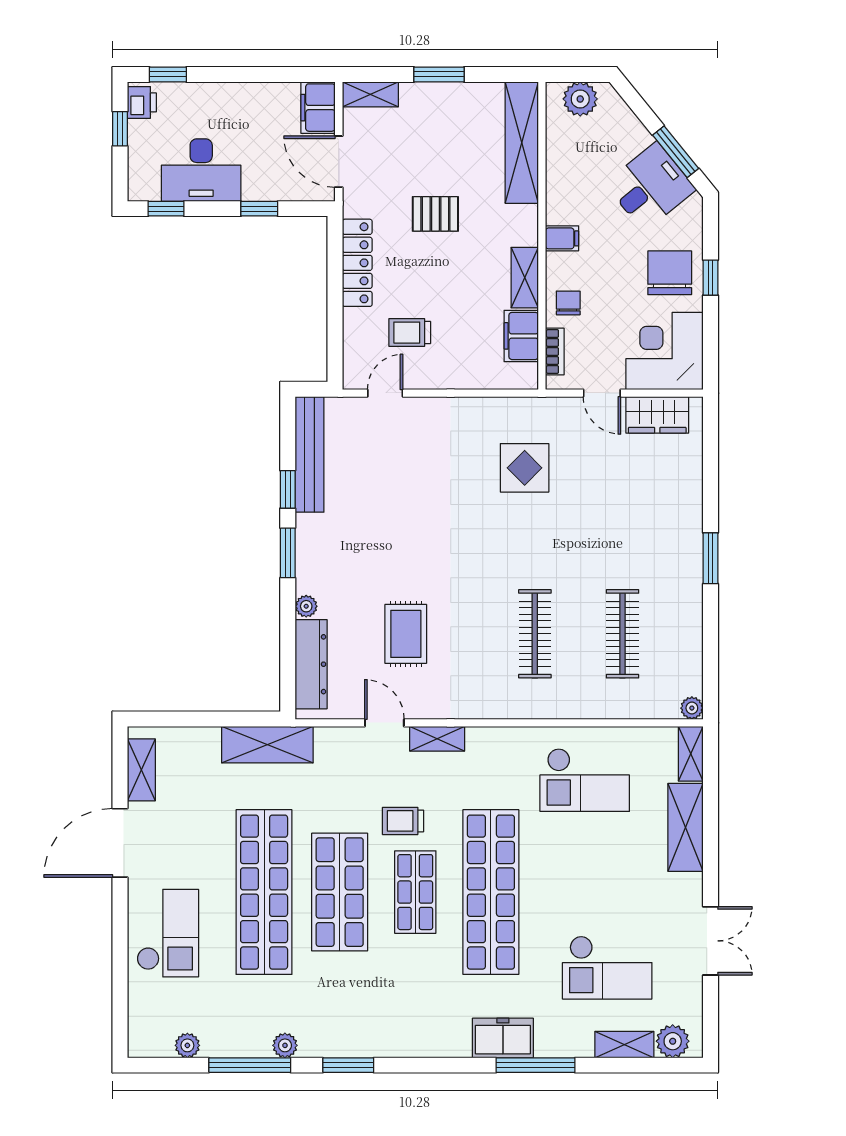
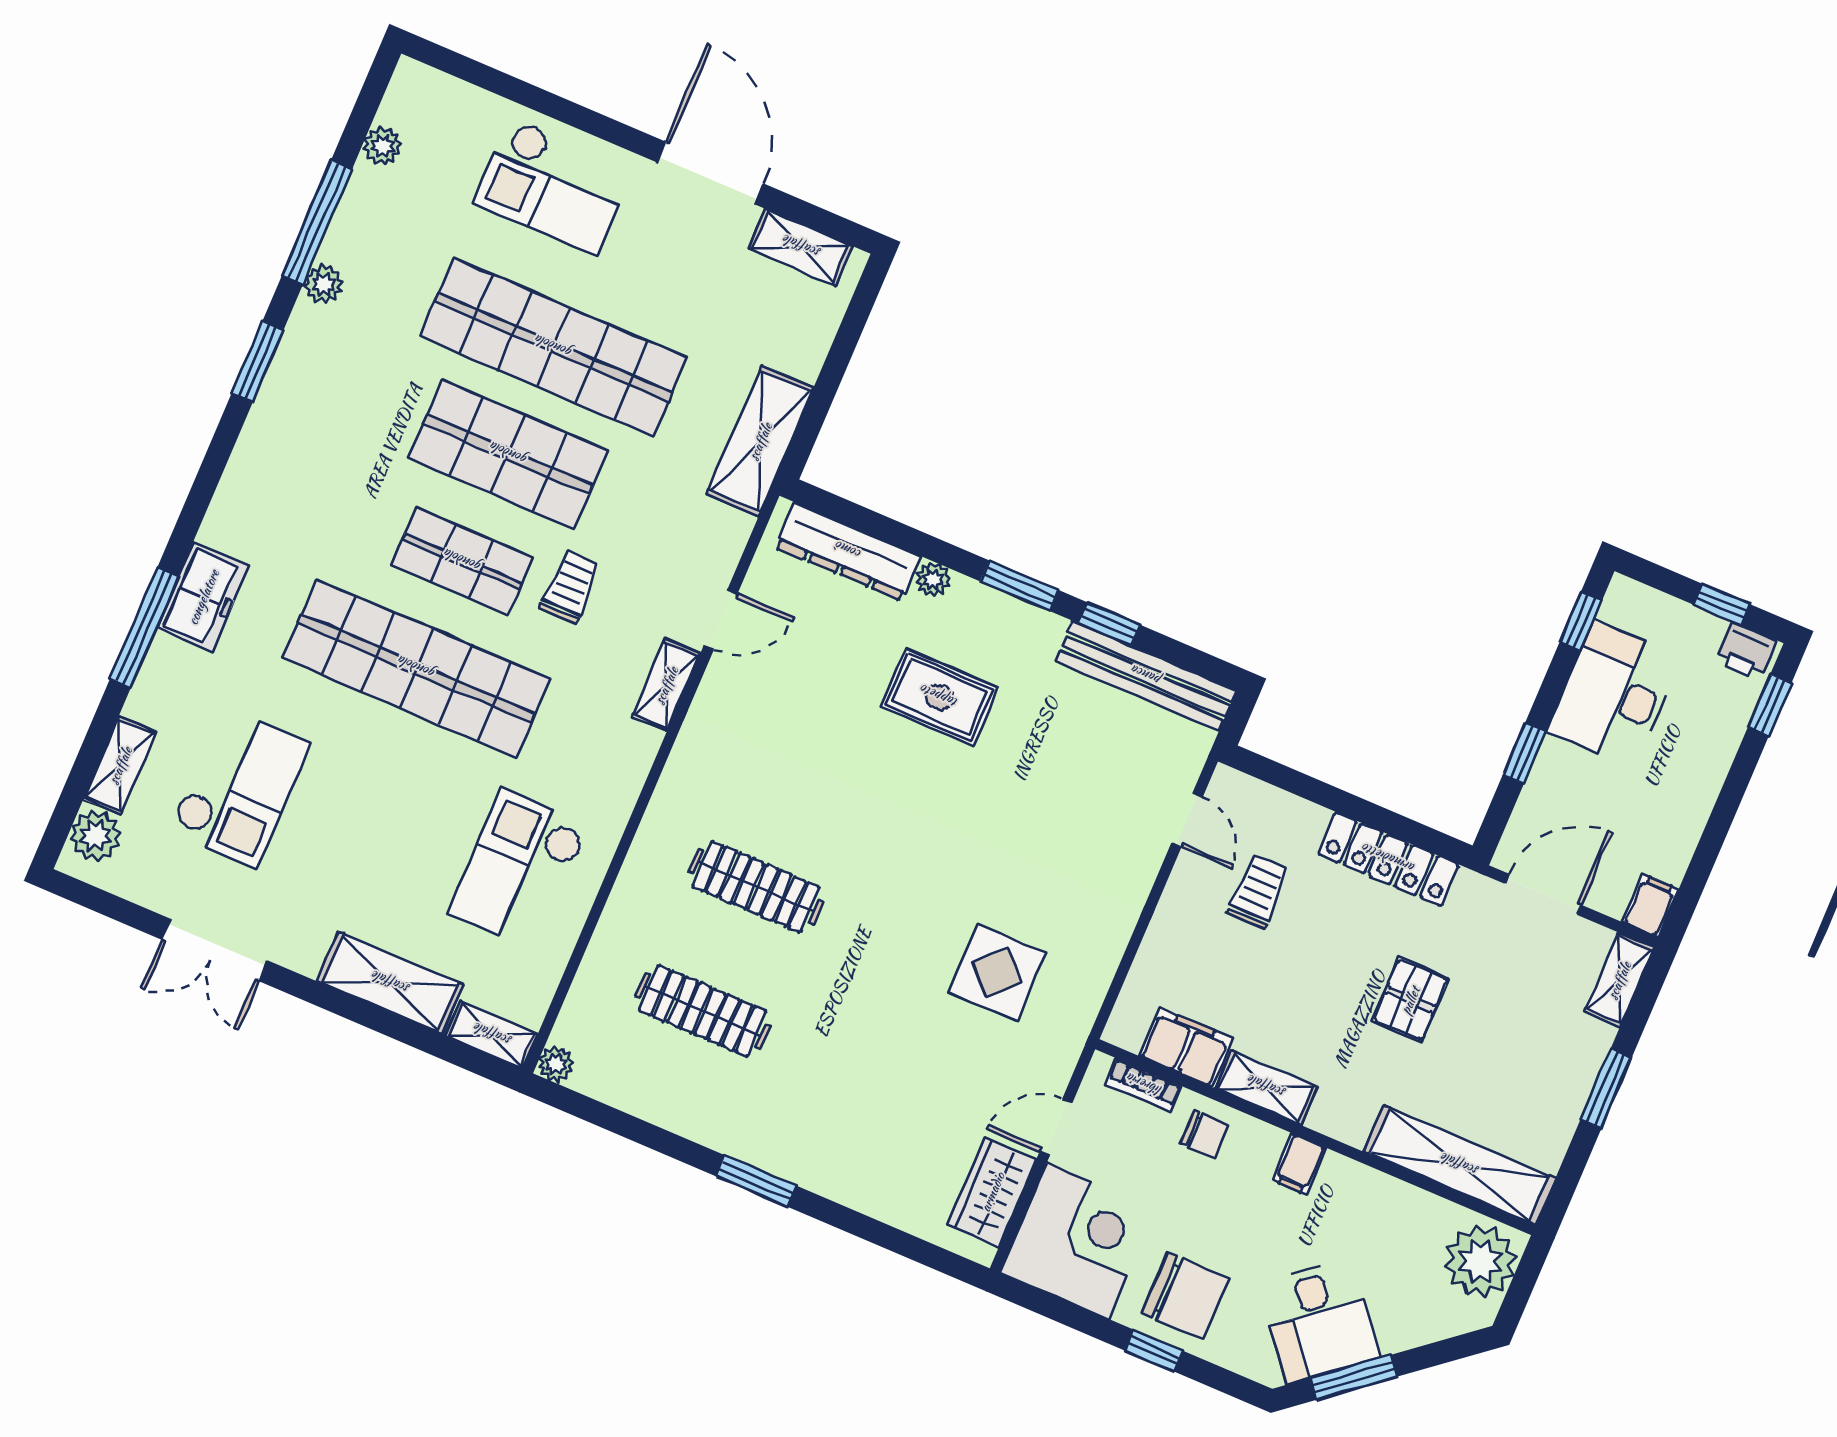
plant: (580, 99) -> (1481, 1261), width x1.36, depth x1.36
filing cabinet: (318, 108) -> (1650, 905), width x0.50
rug: (406, 634) -> (939, 697), moved
checkout: (607, 968) -> (239, 788), turned 180

